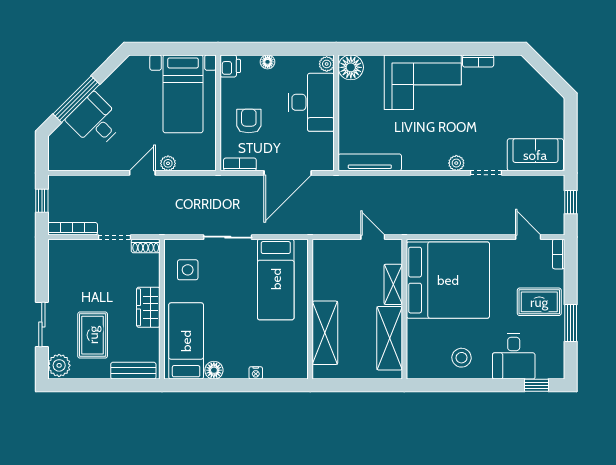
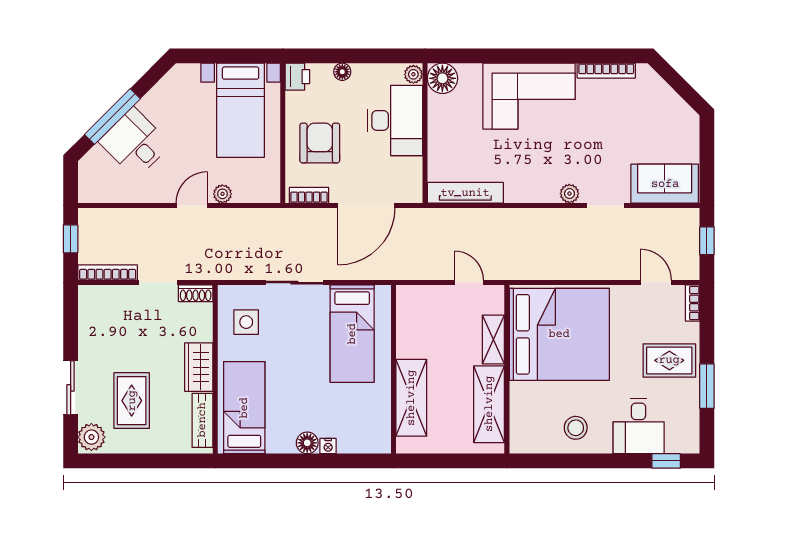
bookcase: (478, 61) -> (606, 71), width x1.56
armchair: (249, 121) -> (320, 143), width x1.38, depth x1.38
floor lamp: (214, 370) -> (307, 443), moved
bench: (133, 371) -> (202, 420), moved, turned 90

